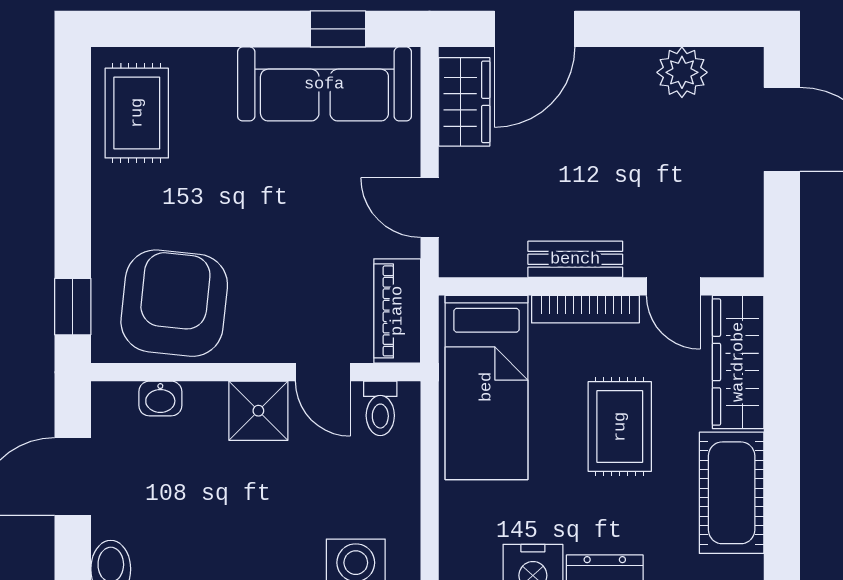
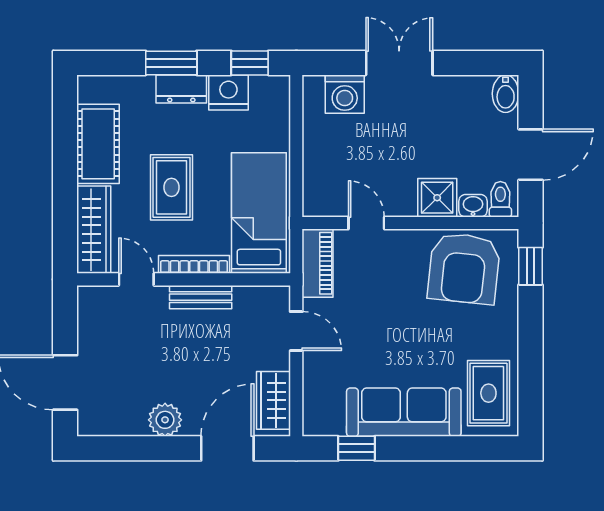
plant: (682, 72) -> (165, 420), moved
sofa: (324, 84) -> (404, 412), moved
toilet: (380, 408) -> (500, 199), moved
shower: (258, 411) -> (437, 198), moved

